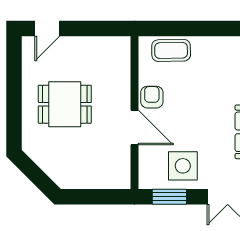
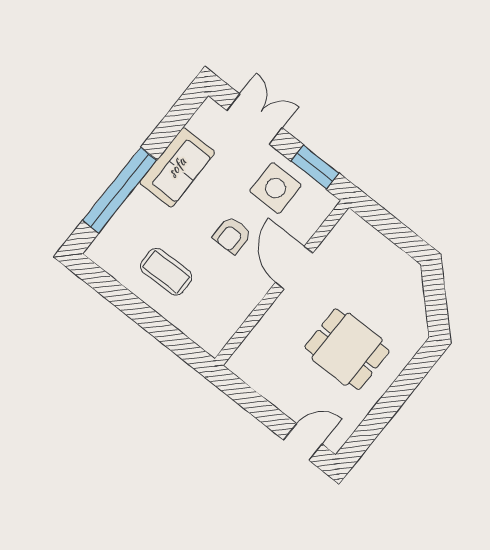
coffee table: (171, 50) -> (166, 272), moved
armchair: (152, 97) -> (232, 235), moved

